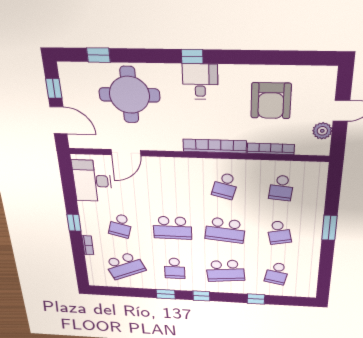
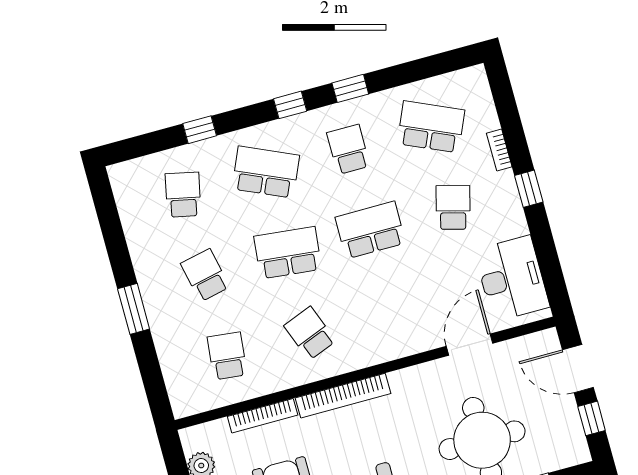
school desk: (225, 186) -> (310, 333), turned -36
school desk: (125, 266) -> (431, 127), turned 48
school desk: (225, 271) -> (266, 172), turned 30

